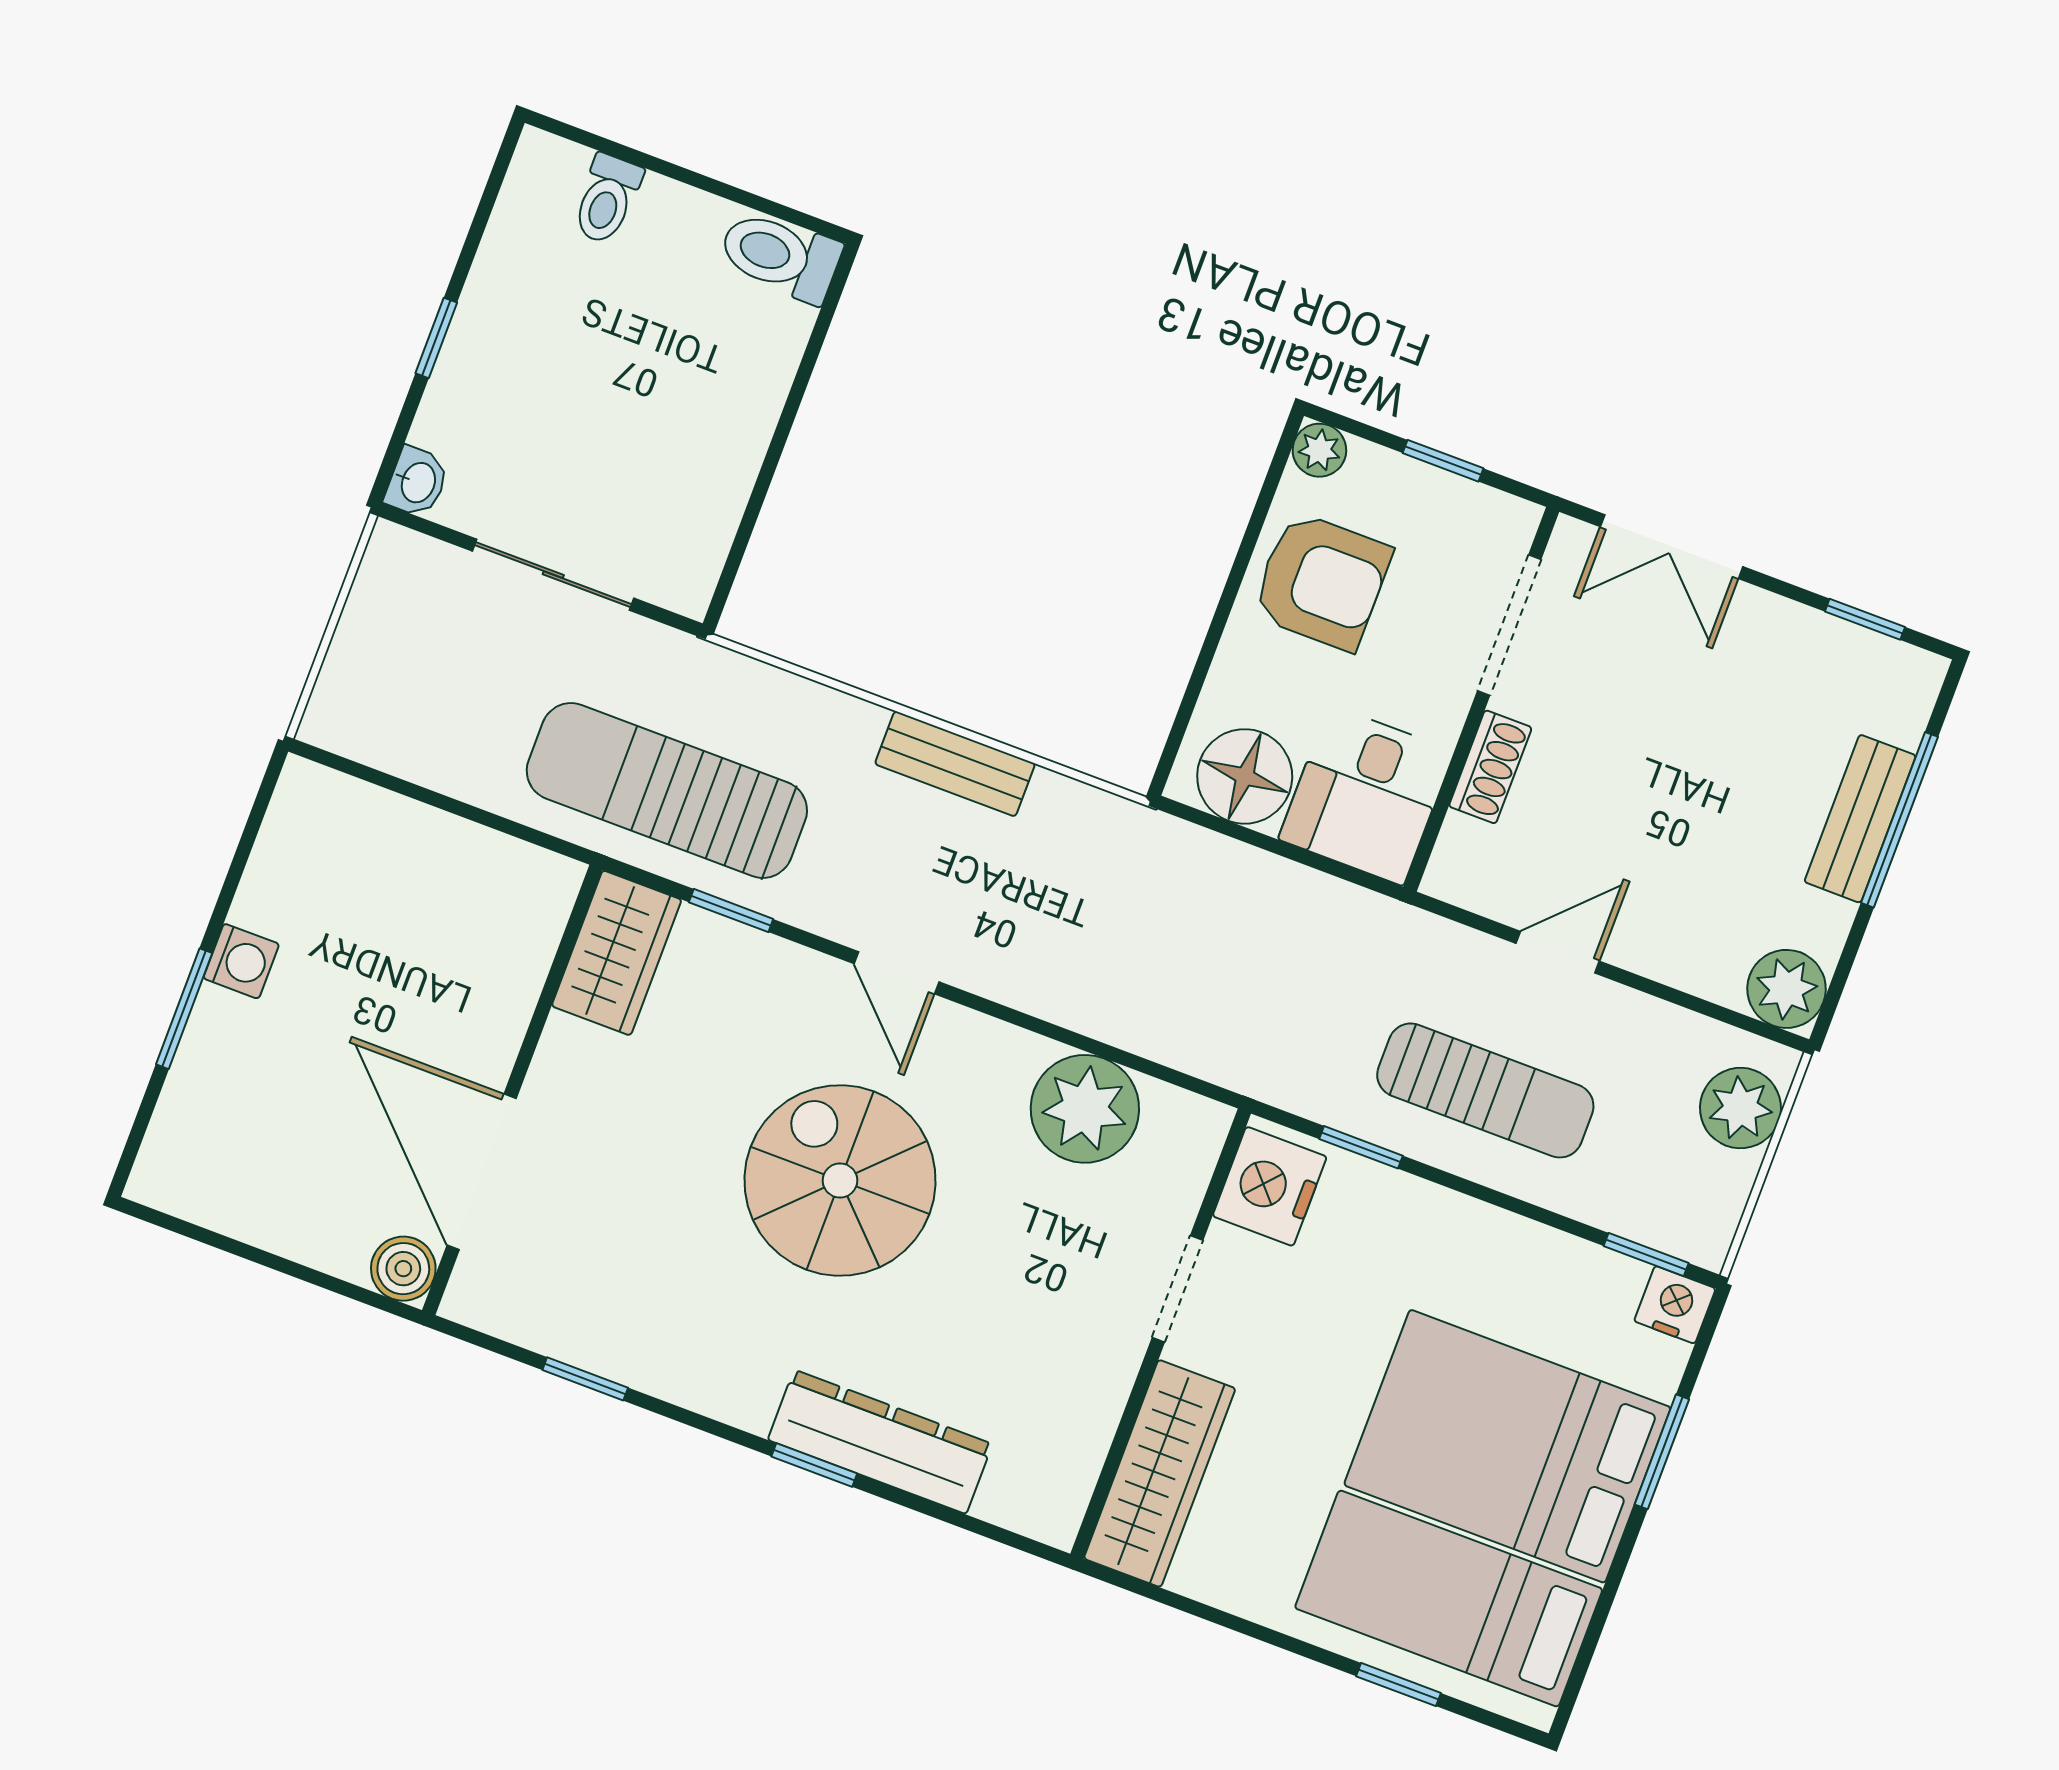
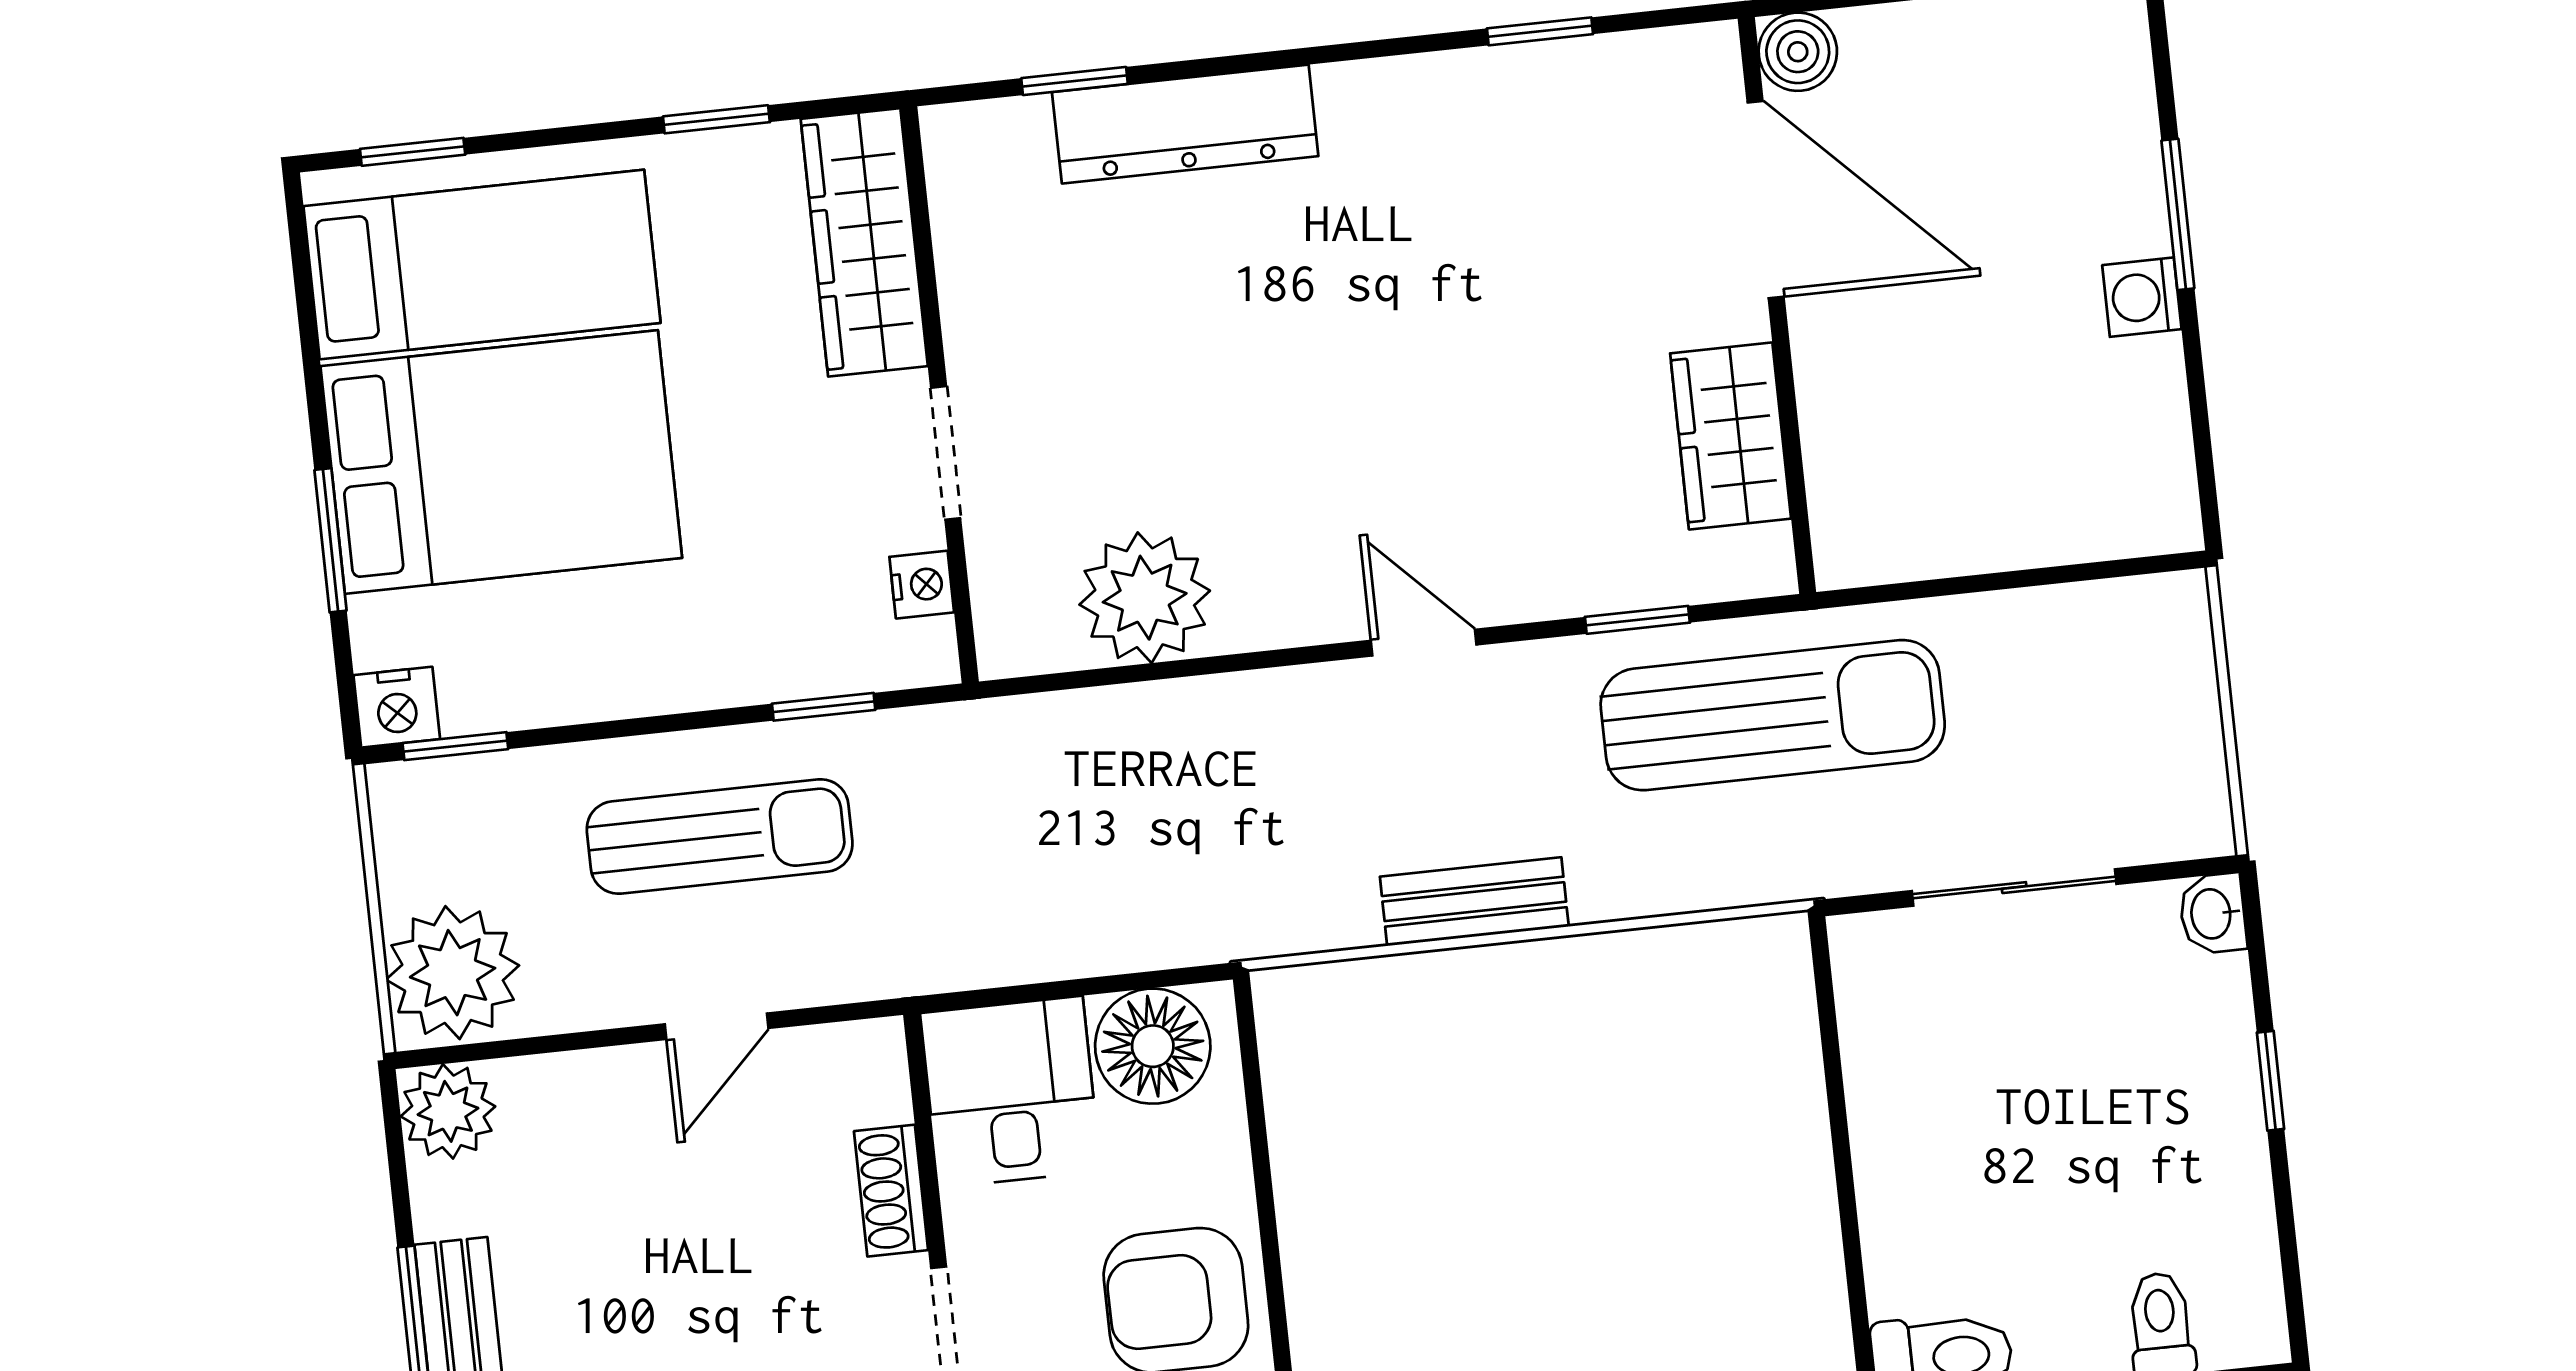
wardrobe: (617, 953) -> (1731, 436), moved
sun lounger: (1485, 1090) -> (720, 836), turned 180
plant: (1740, 1108) -> (453, 973), width x1.36, depth x1.36
spiral stairs: (840, 1180) -> (1372, 386), removed
nightstand: (1270, 1186) -> (922, 585), width x0.53, depth x0.56
window: (814, 1465) -> (1075, 81), moved
window: (1223, 1619) -> (716, 119), added
window: (1398, 1685) -> (413, 152), moved

